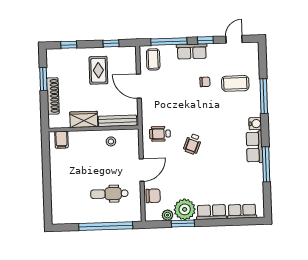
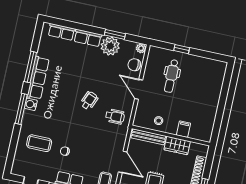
window: (264, 96) -> (21, 109), moved
filing cabinet: (61, 140) -> (183, 129), moved
row of seats: (254, 147) -> (38, 78), width x1.48
door: (142, 170) -> (139, 89), hinge flipped
dental chair: (109, 194) -> (171, 76), turned 90
plant: (167, 215) -> (141, 48), moved
window: (106, 226) -> (182, 49), width x0.32

